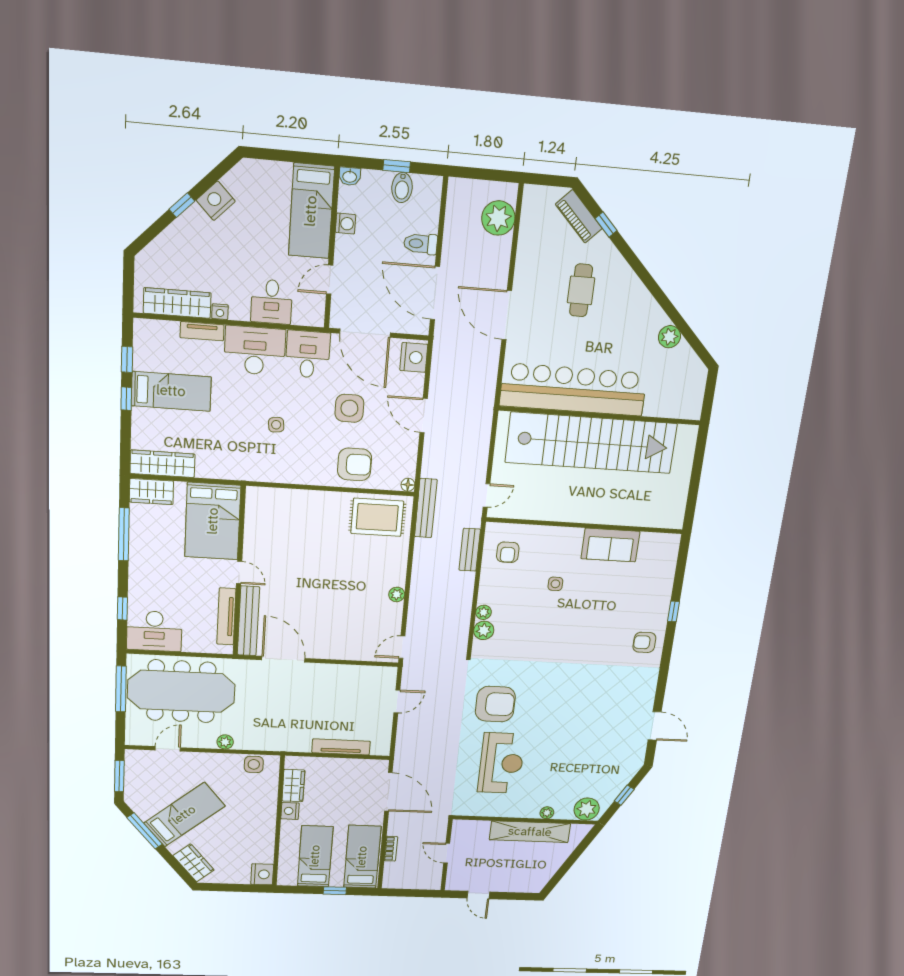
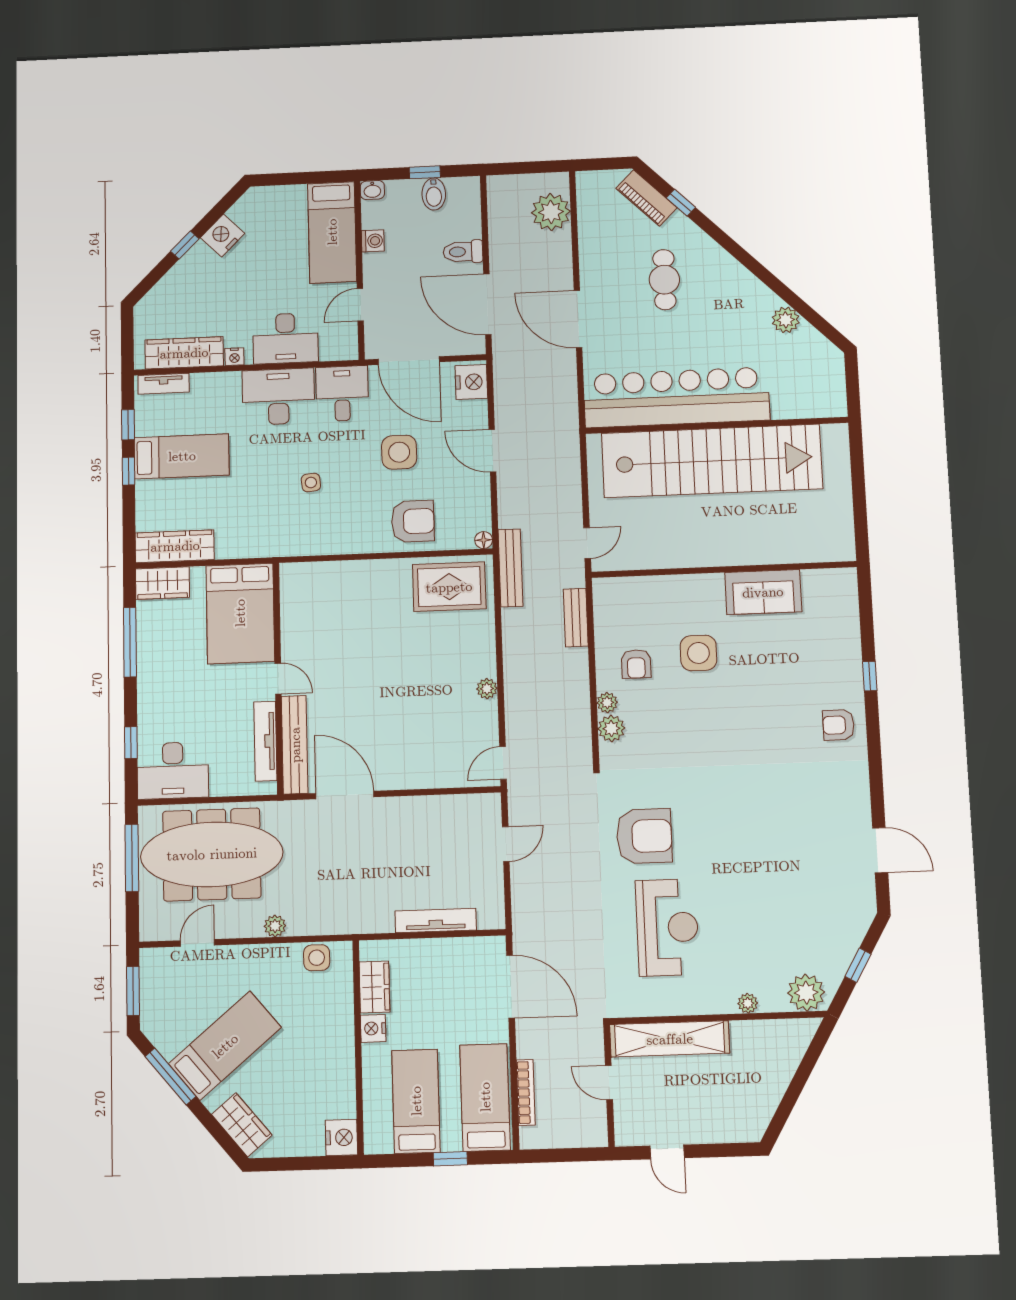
desk: (272, 302) -> (285, 338), width x1.37
tv unit: (202, 331) -> (164, 384), moved
armchair: (508, 552) -> (636, 664), moved
side table: (555, 584) -> (698, 653), width x1.87, depth x1.87
shelving: (530, 832) -> (670, 1039), moved
bookcase: (391, 849) -> (526, 1092), width x1.56

